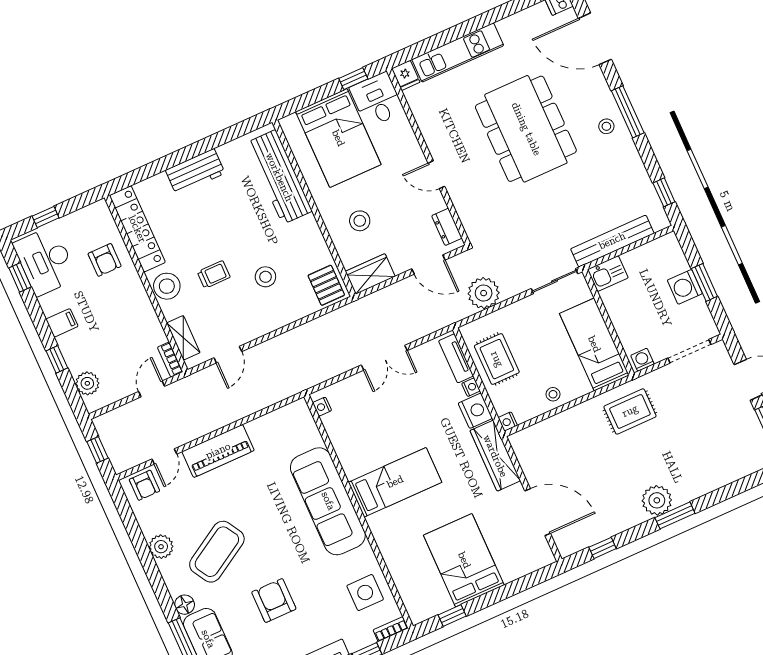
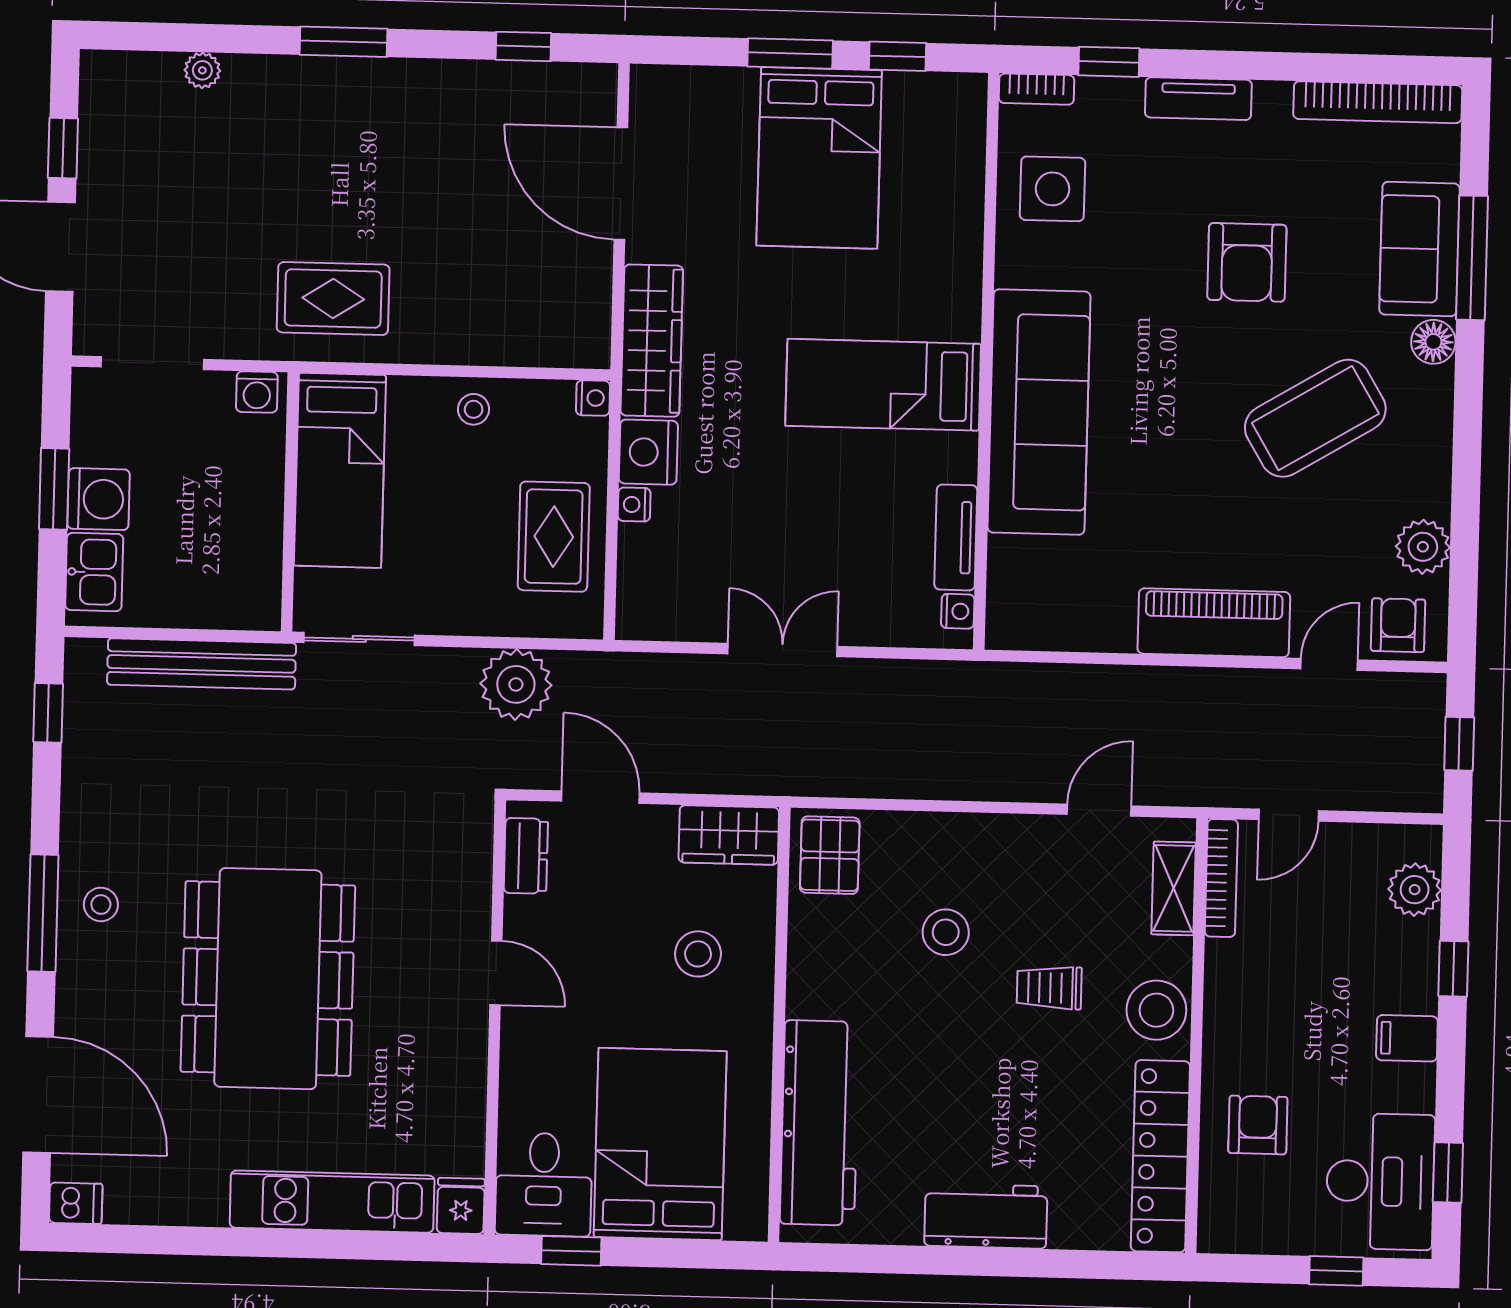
kitchen sink: (608, 274) -> (94, 572), moved, turned 90
tv unit: (456, 358) -> (956, 537), moved, turned 180
bookcase: (170, 360) -> (1221, 878), width x1.56
plant: (657, 500) -> (202, 70), moved, width x0.53, depth x0.53
plant: (161, 547) -> (1423, 547), moved
window: (495, 596) -> (790, 53), added

